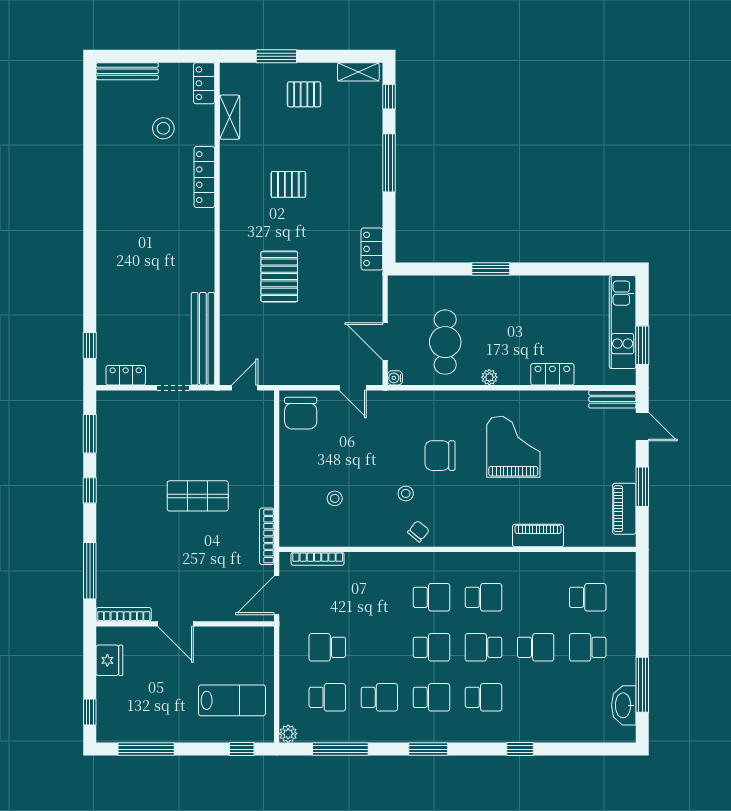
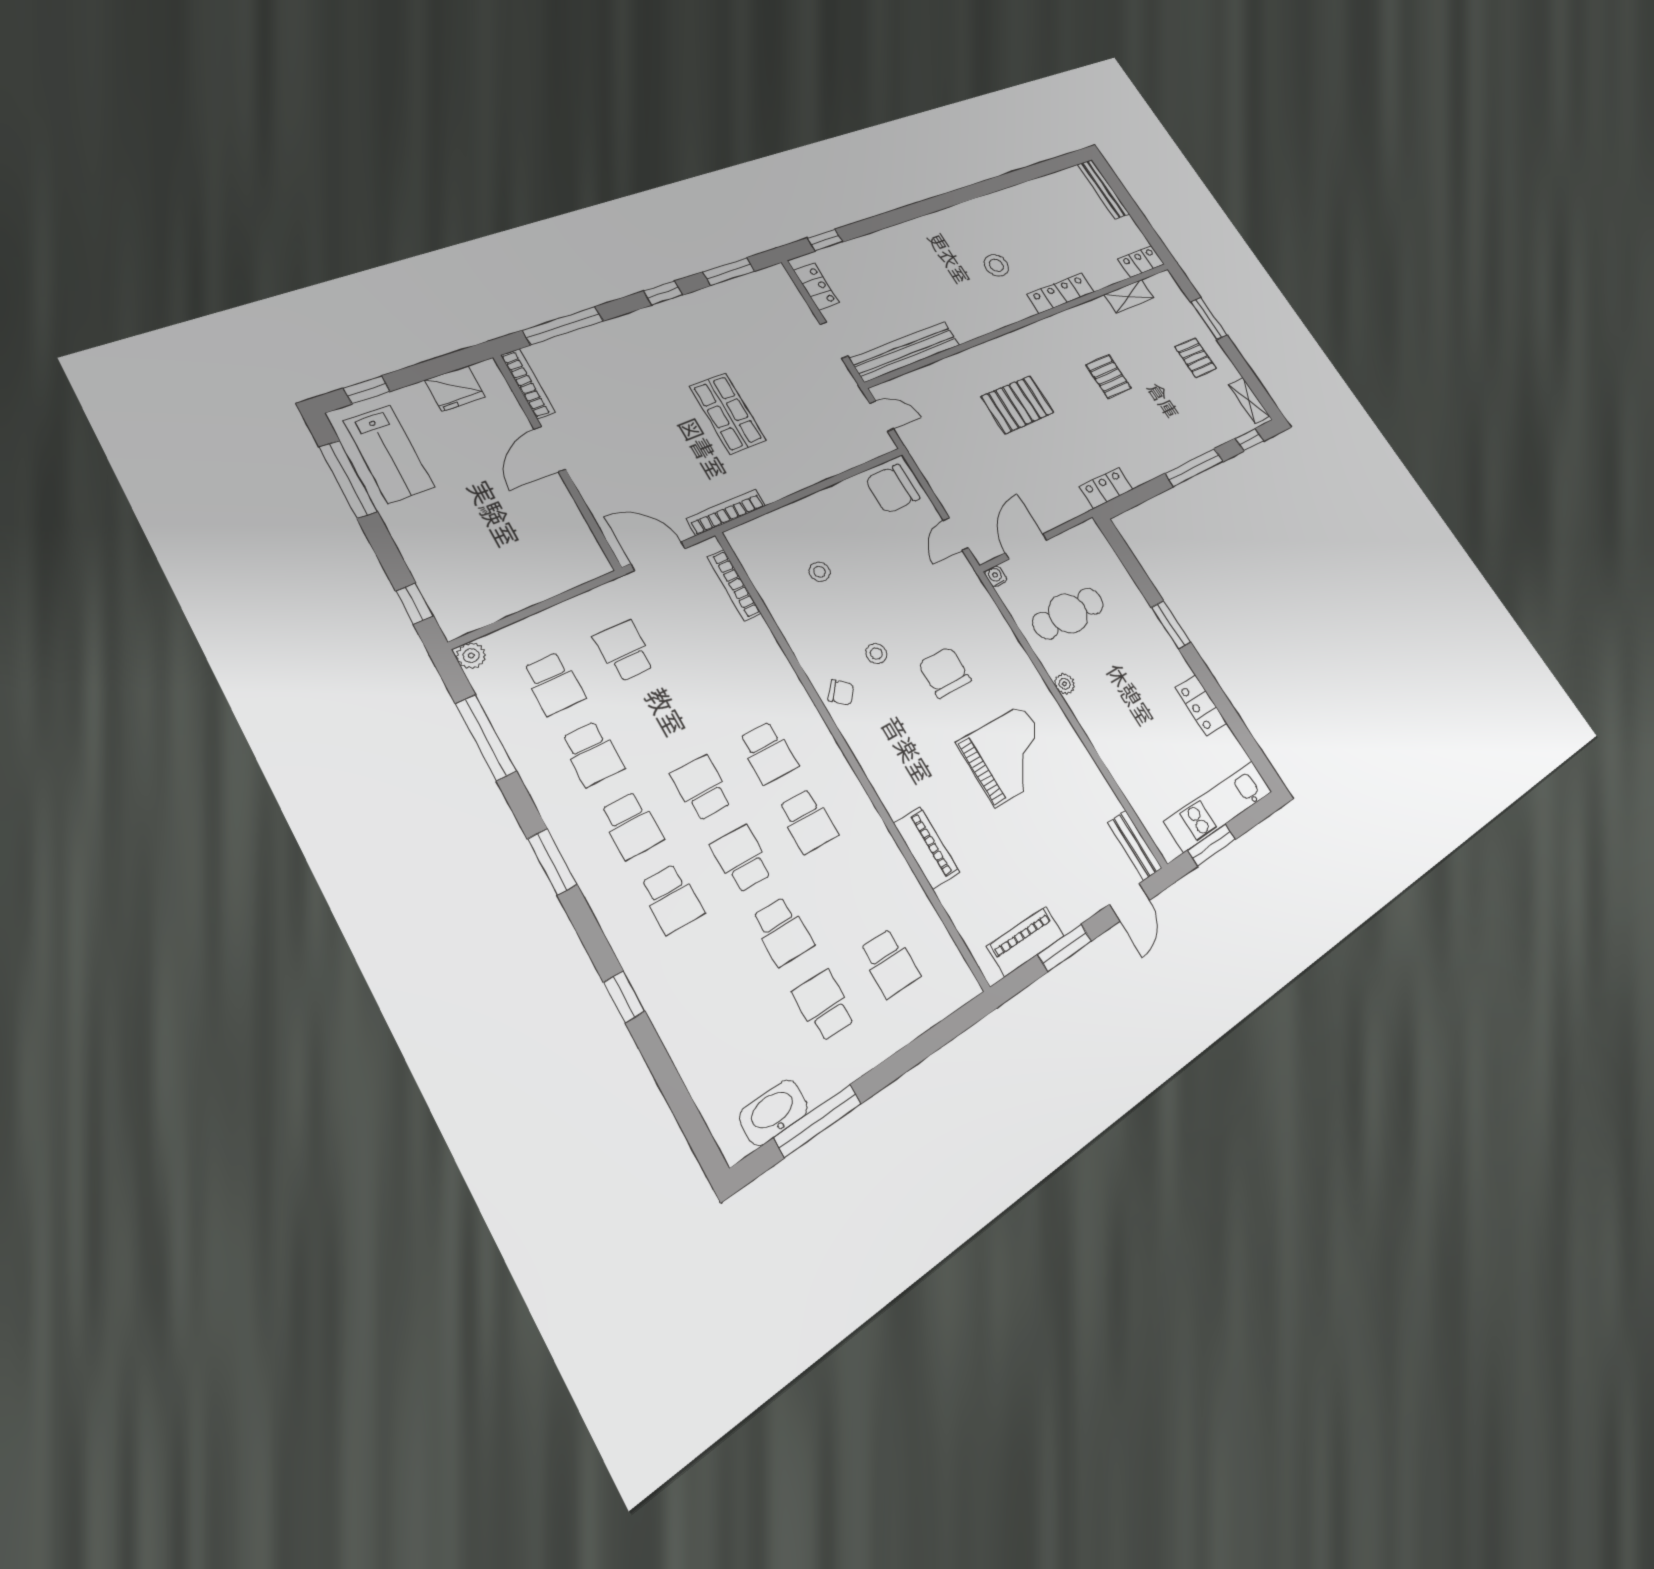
stool: (163, 128) -> (996, 265), moved
locker: (552, 374) -> (1201, 705), moved, turned 180
school desk: (431, 647) -> (702, 788), turned 180
lab bench: (232, 700) -> (389, 454), moved

